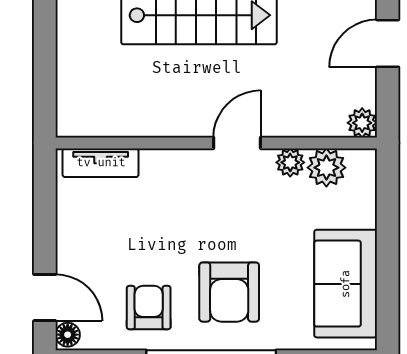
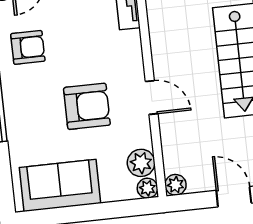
plant: (290, 162) -> (147, 188), moved
armchair: (229, 292) -> (87, 106), moved, turned 180

